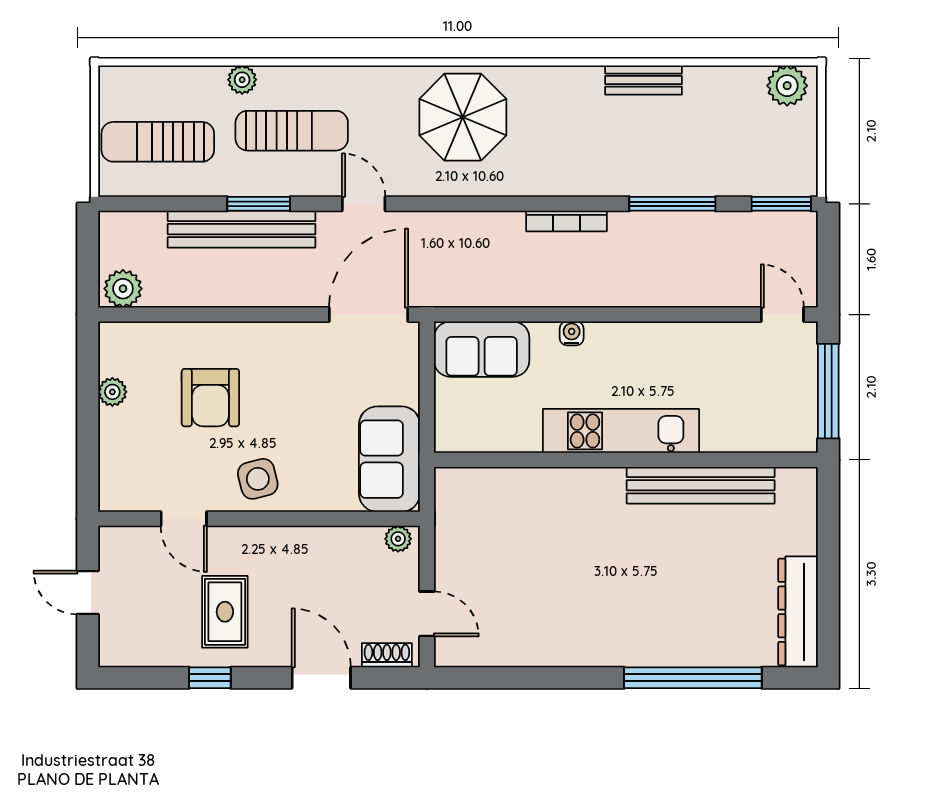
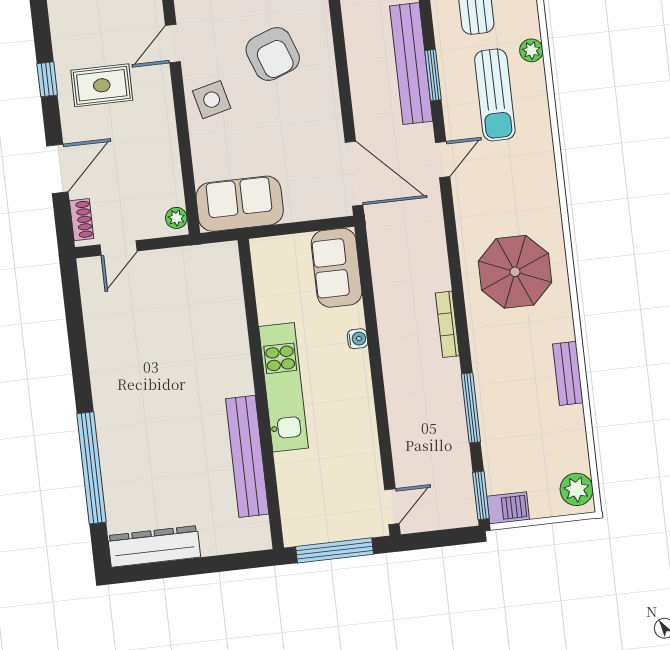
parasol: (463, 117) -> (515, 272), moved
barbecue: (800, 172) -> (508, 508), added
armchair: (210, 398) -> (273, 54), turned -110

